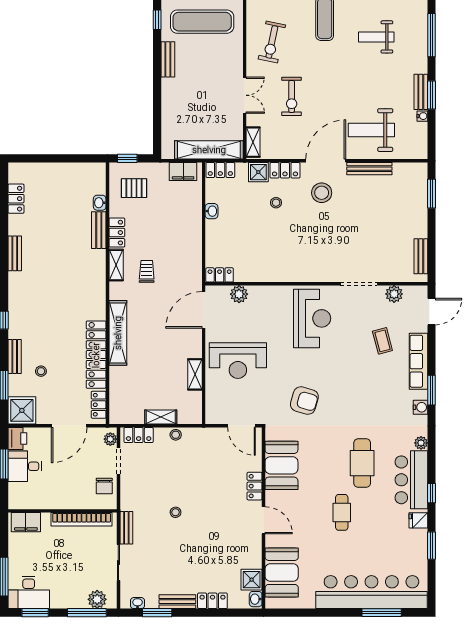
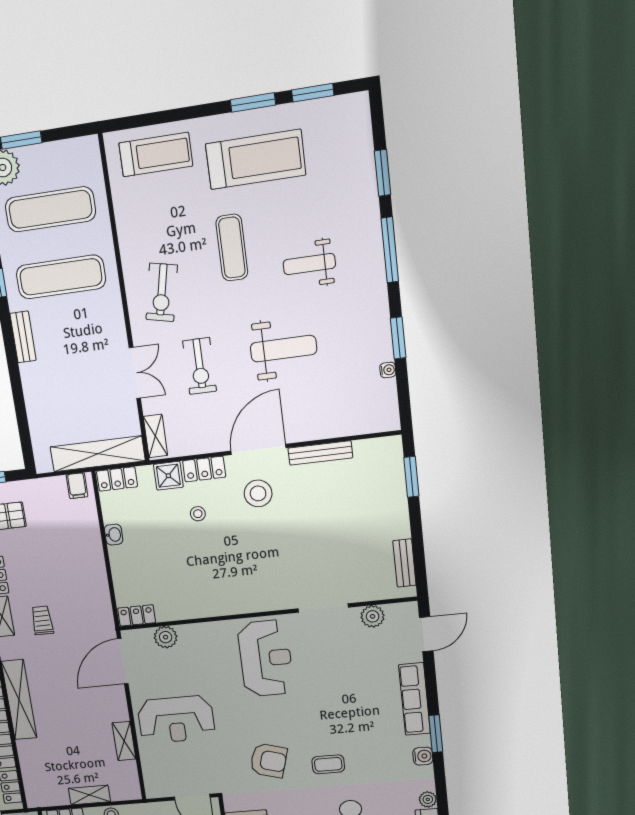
bench: (421, 92) -> (382, 335), removed
weight bench: (371, 130) -> (284, 349), moved, turned 180
filing cabinet: (183, 171) -> (77, 486), width x0.50
coffee table: (382, 341) -> (328, 764), moved, turned -75

